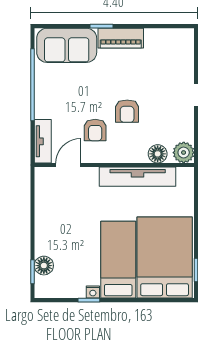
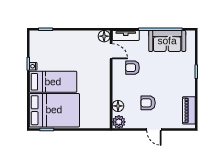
piano: (121, 38) -> (189, 110), moved
sofa: (67, 45) -> (167, 41), moved, turned -90
armchair: (127, 111) -> (148, 103), moved
tv unit: (138, 177) -> (104, 94), removed
floor lamp: (44, 266) -> (104, 36), moved

